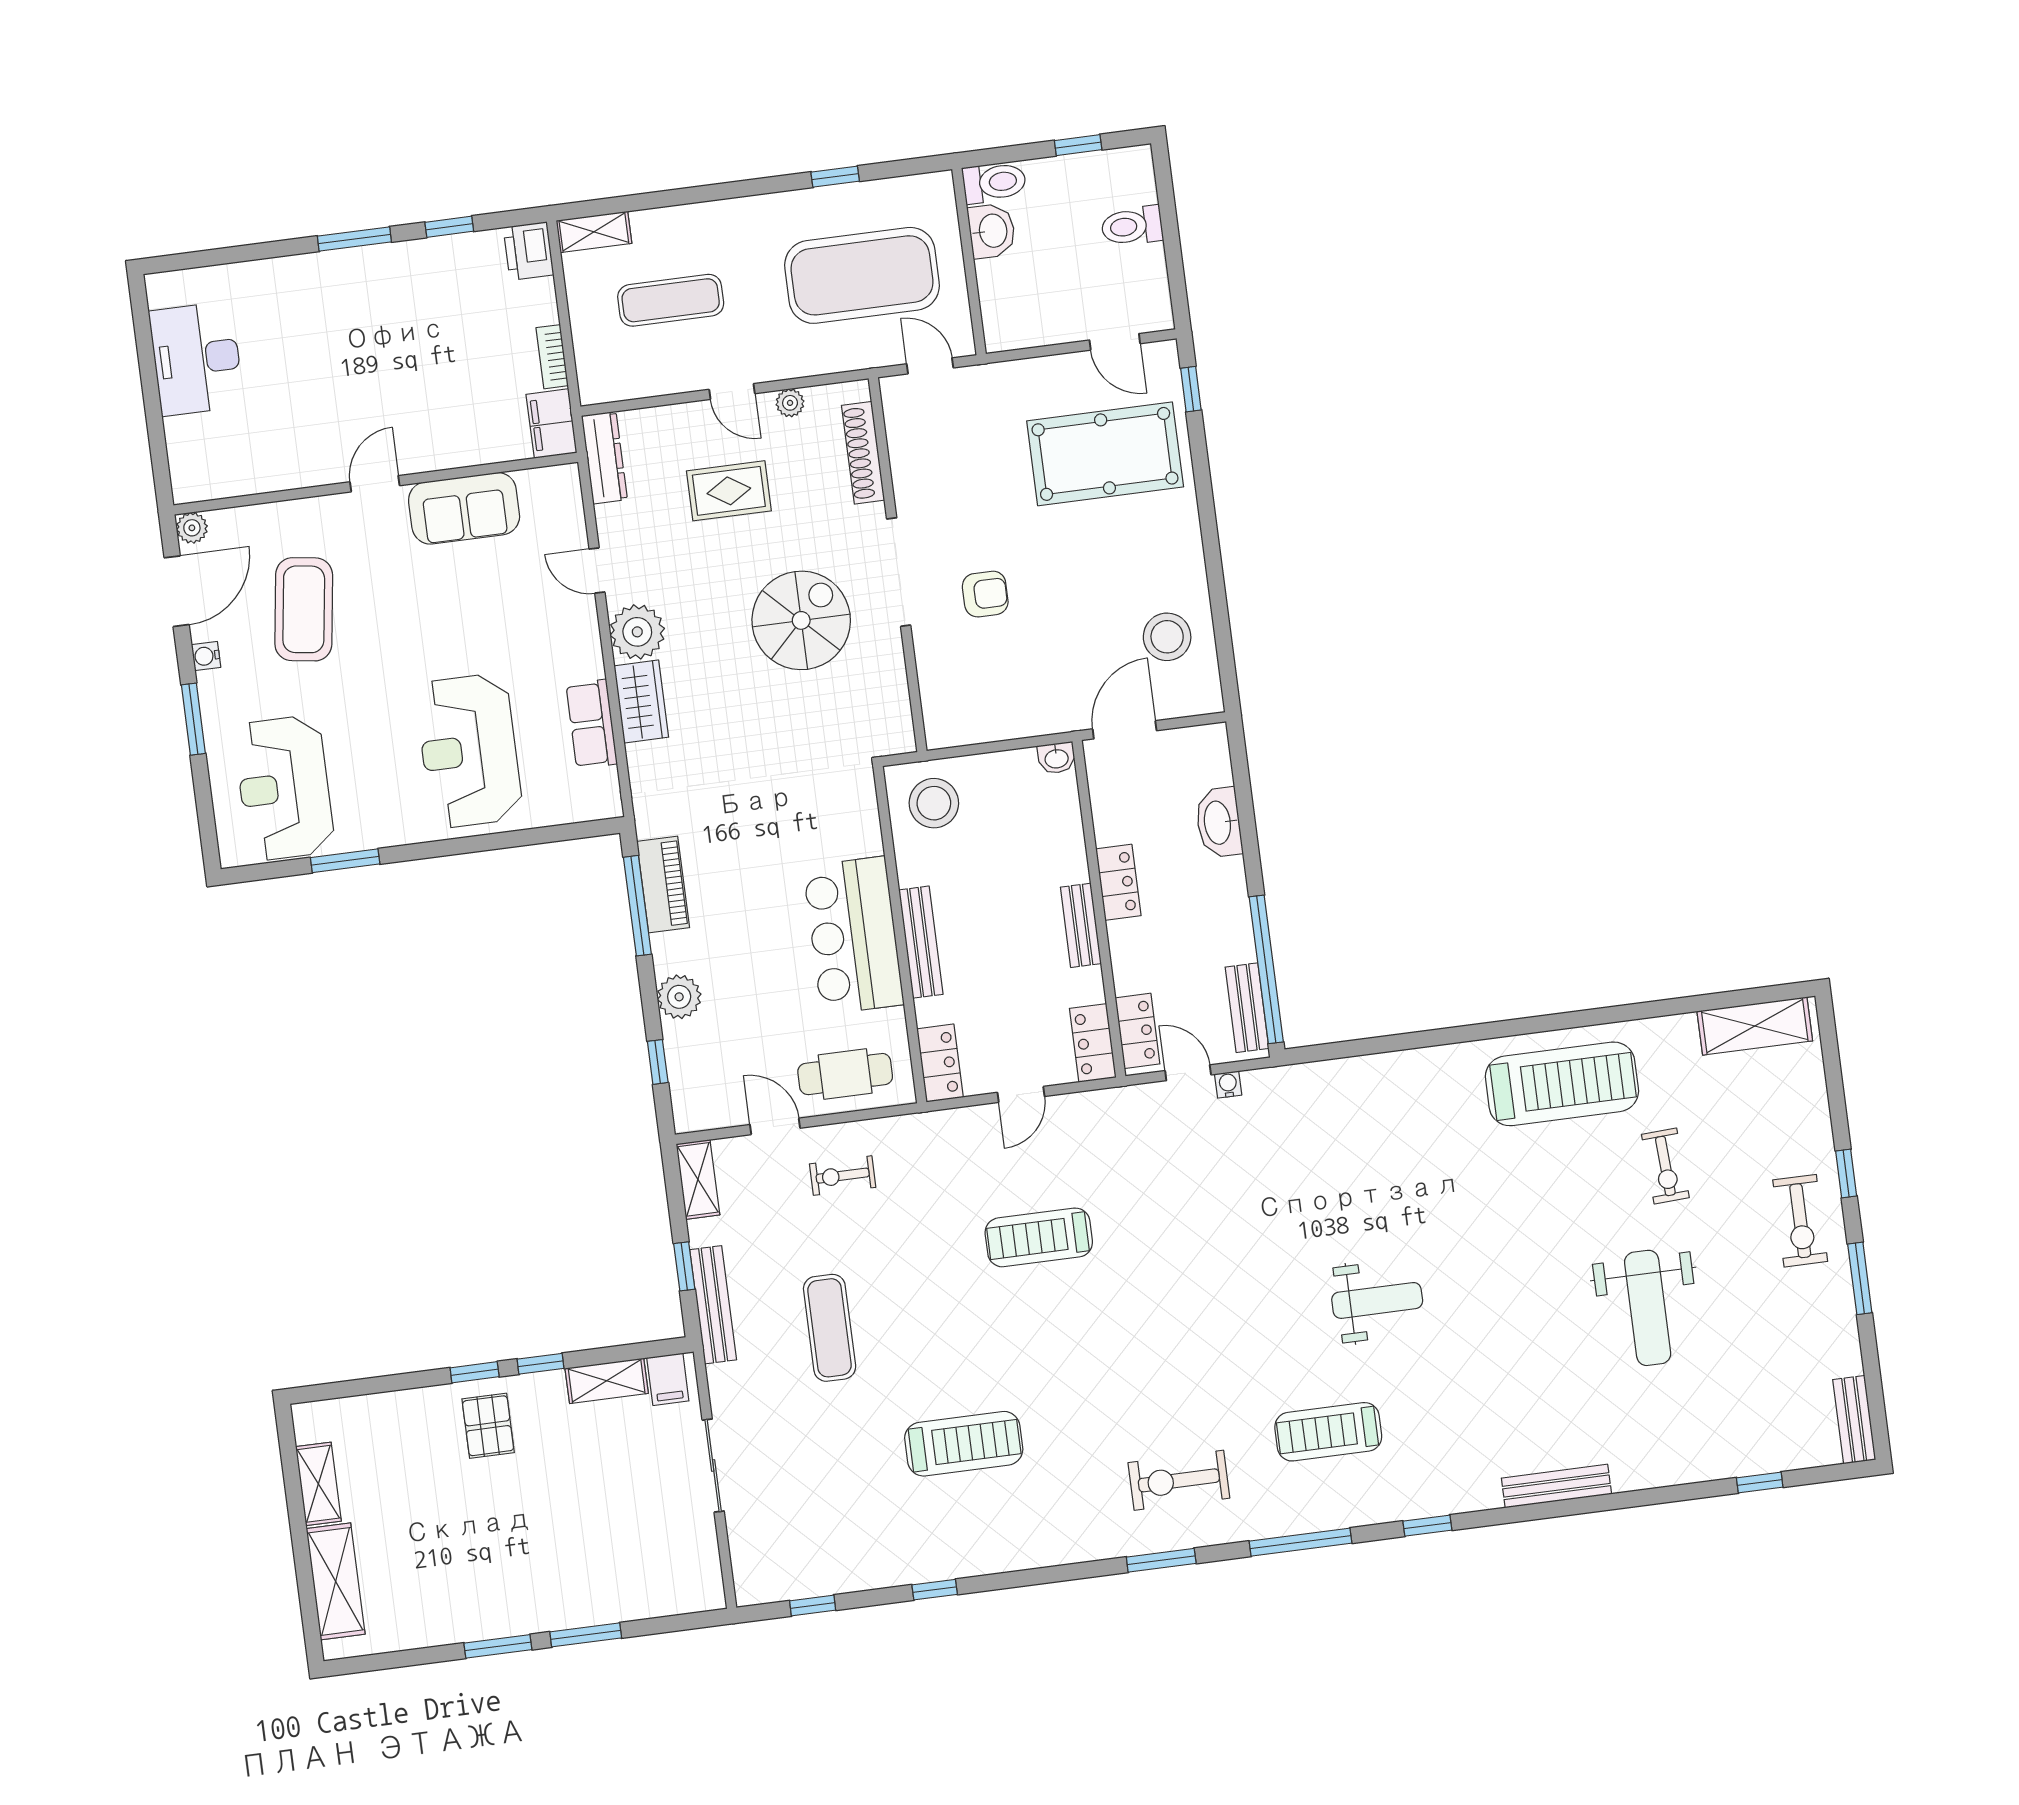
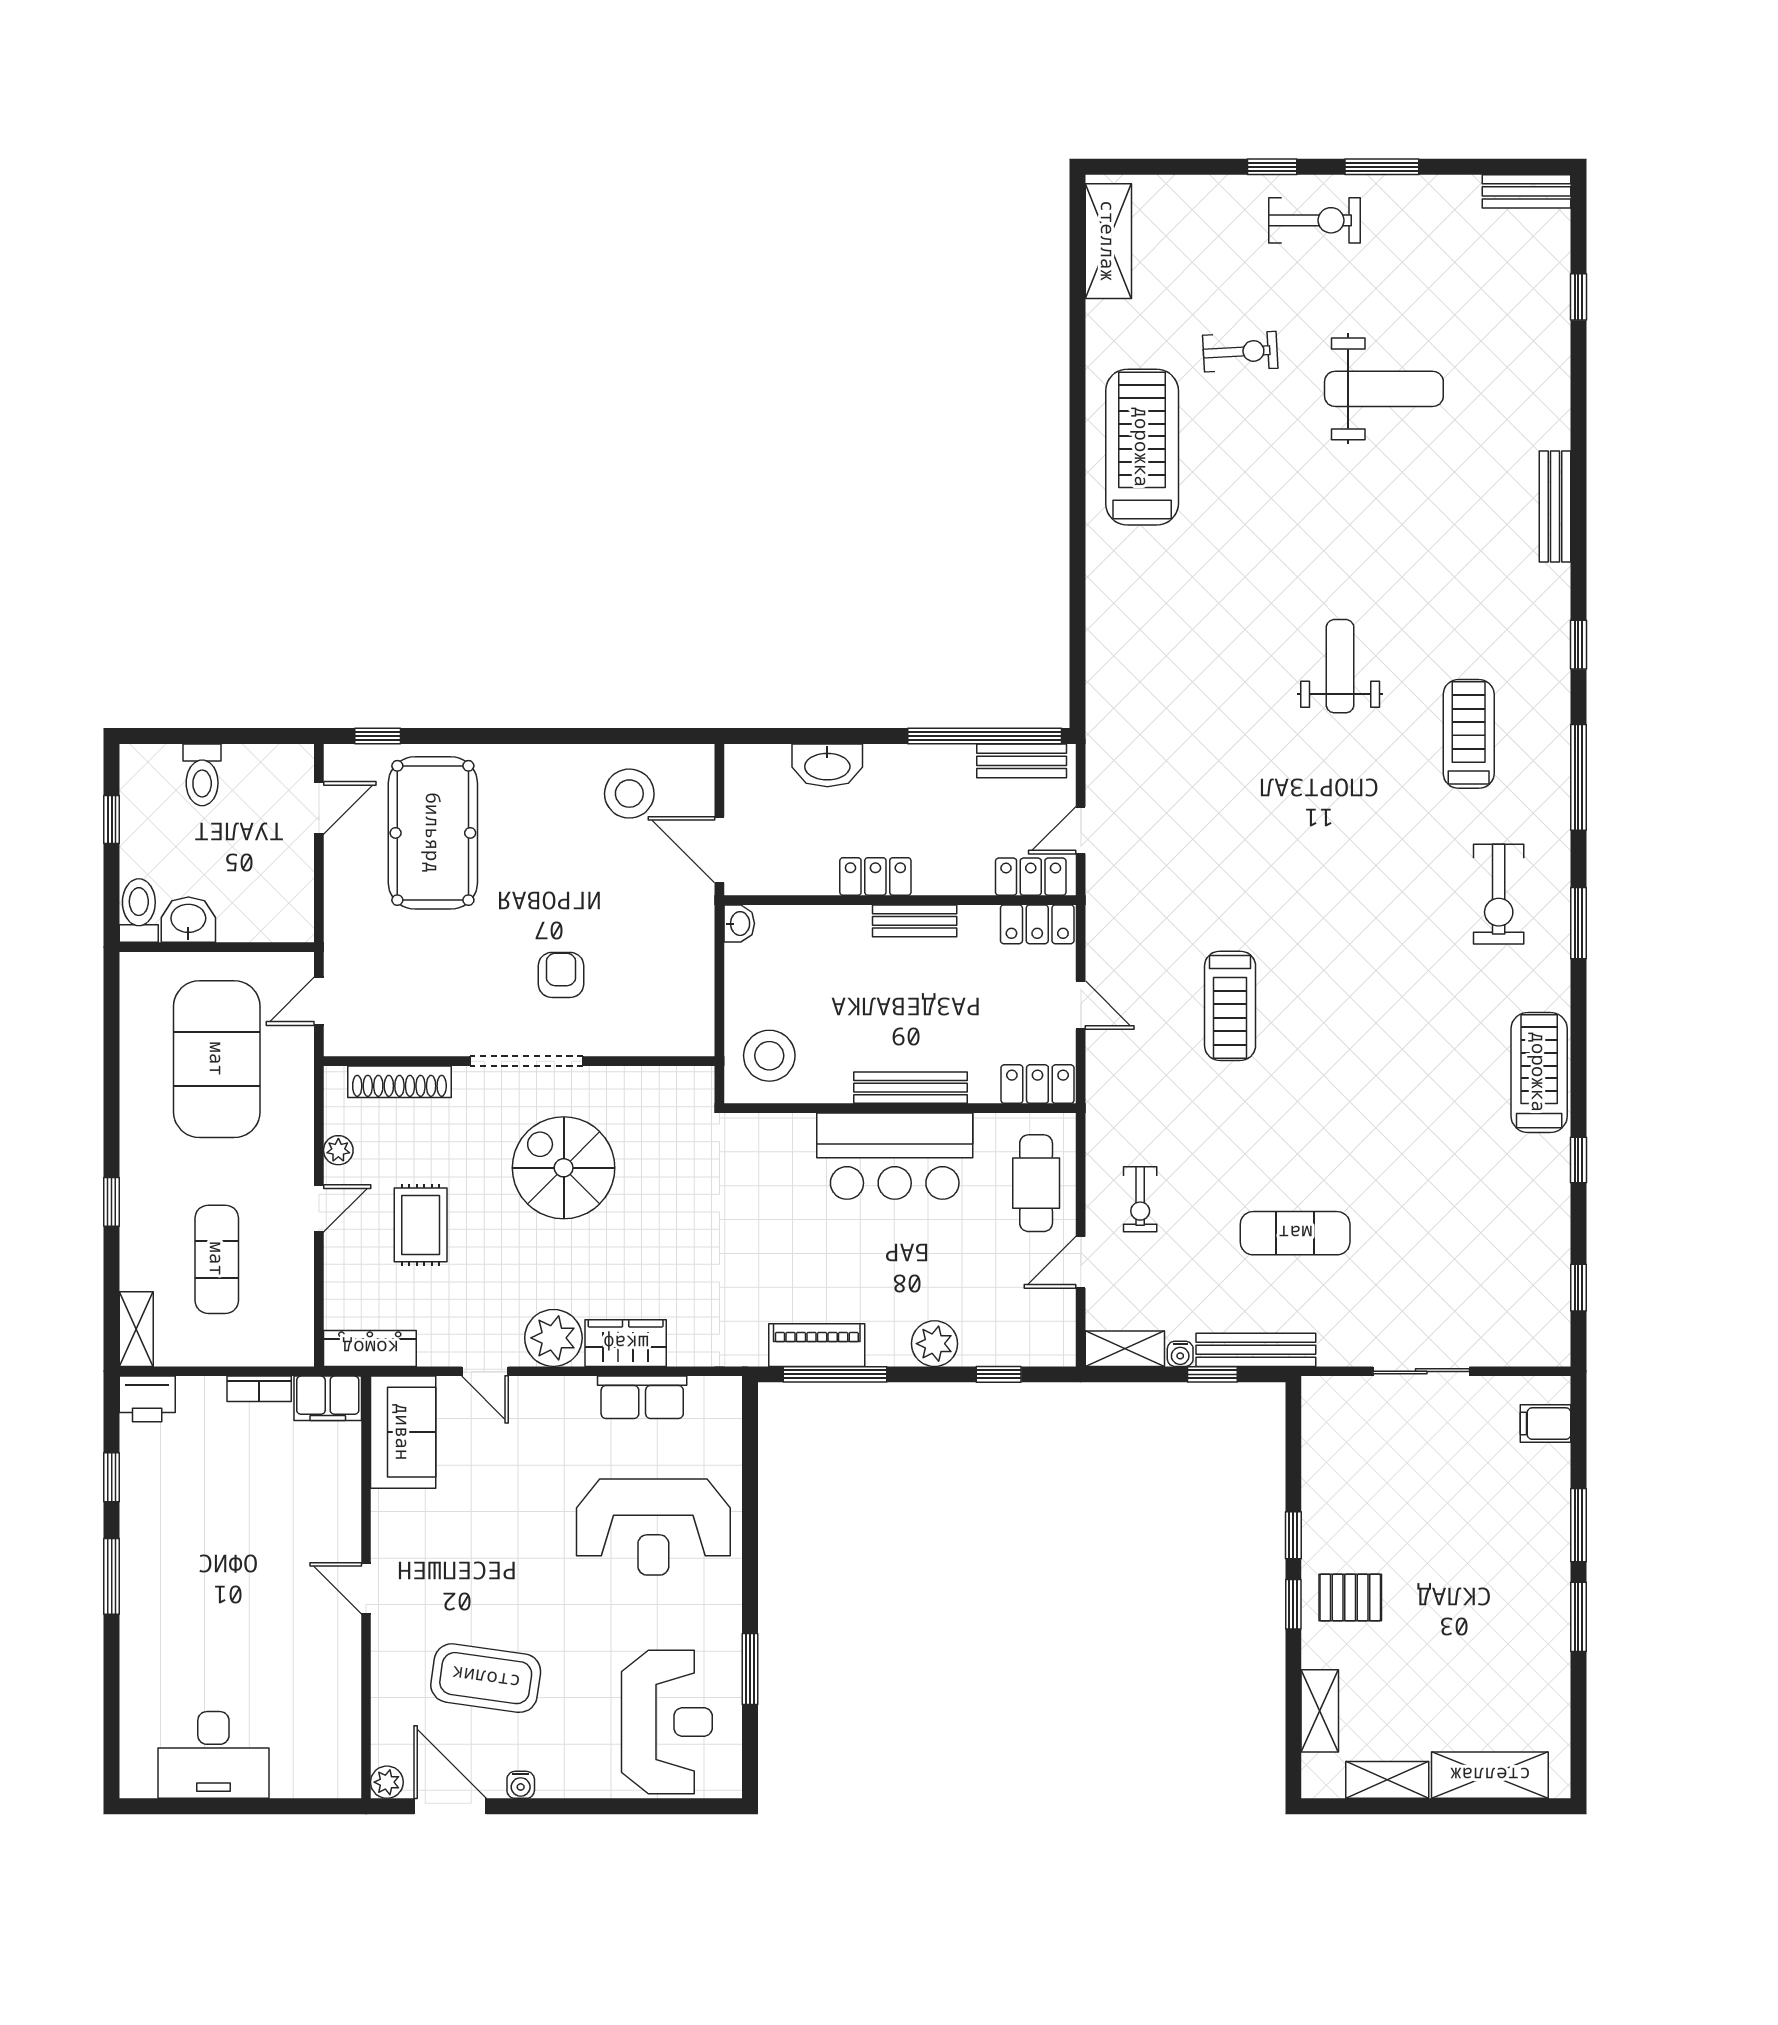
window: (835, 177) -> (112, 1202), moved
sofa: (464, 508) -> (403, 1432), moved
door: (597, 571) -> (485, 1371), hinge flipped
window: (193, 719) -> (584, 1806), removed
reception desk: (284, 788) -> (667, 1722), turned -90
water cooler: (1228, 1084) -> (1180, 1354), moved, turned -90
filing cabinet: (668, 1379) -> (1545, 1424), moved, turned 180
shelving: (607, 1381) -> (1320, 1711), moved
treadmill: (1328, 1432) -> (1469, 734), turned 180
treadmill: (964, 1444) -> (1539, 1072), moved

